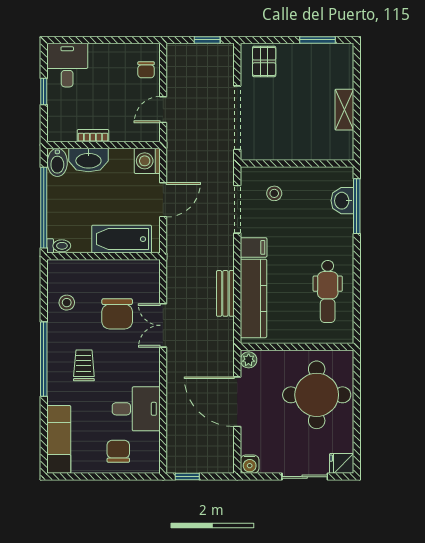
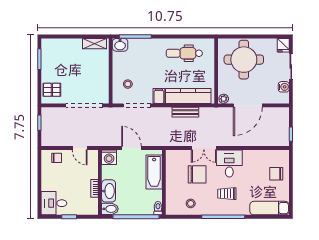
shelving: (344, 110) -> (95, 44), moved
washbasin: (342, 201) -> (120, 45), moved
dental chair: (328, 291) -> (184, 53), turned 180
desk: (136, 409) -> (229, 164), moved
water cooler: (250, 464) -> (284, 87), moved

